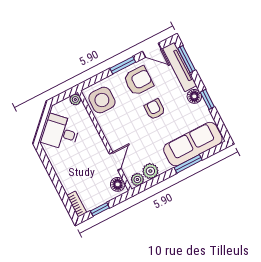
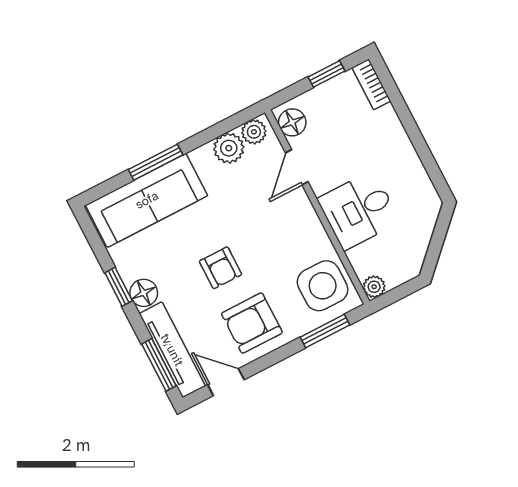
window: (123, 65) -> (325, 331), moved
desk: (60, 132) -> (359, 210), moved, turned 135

